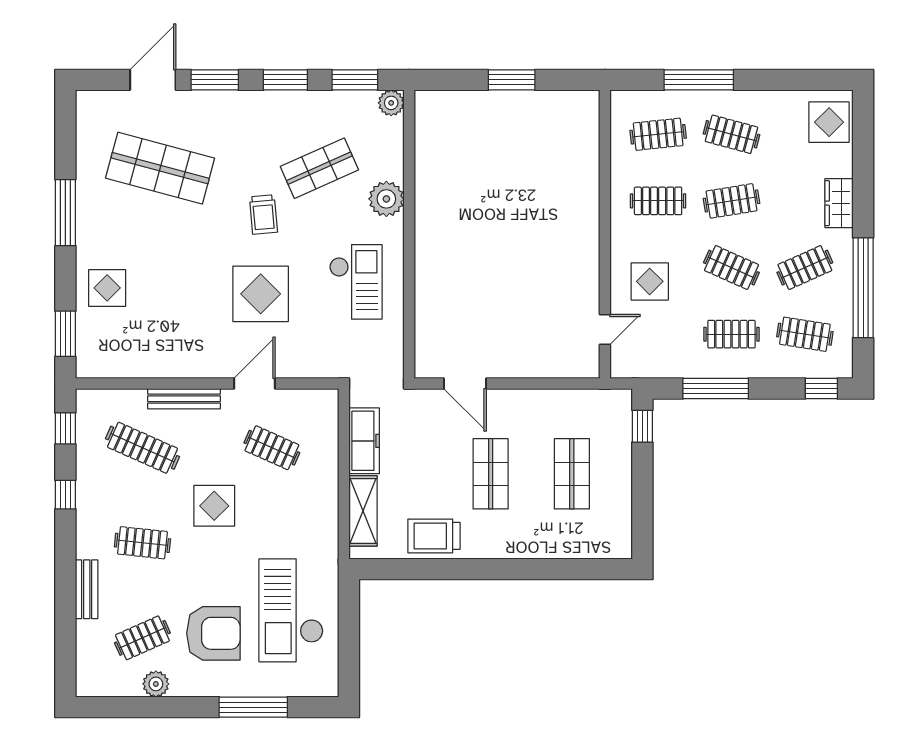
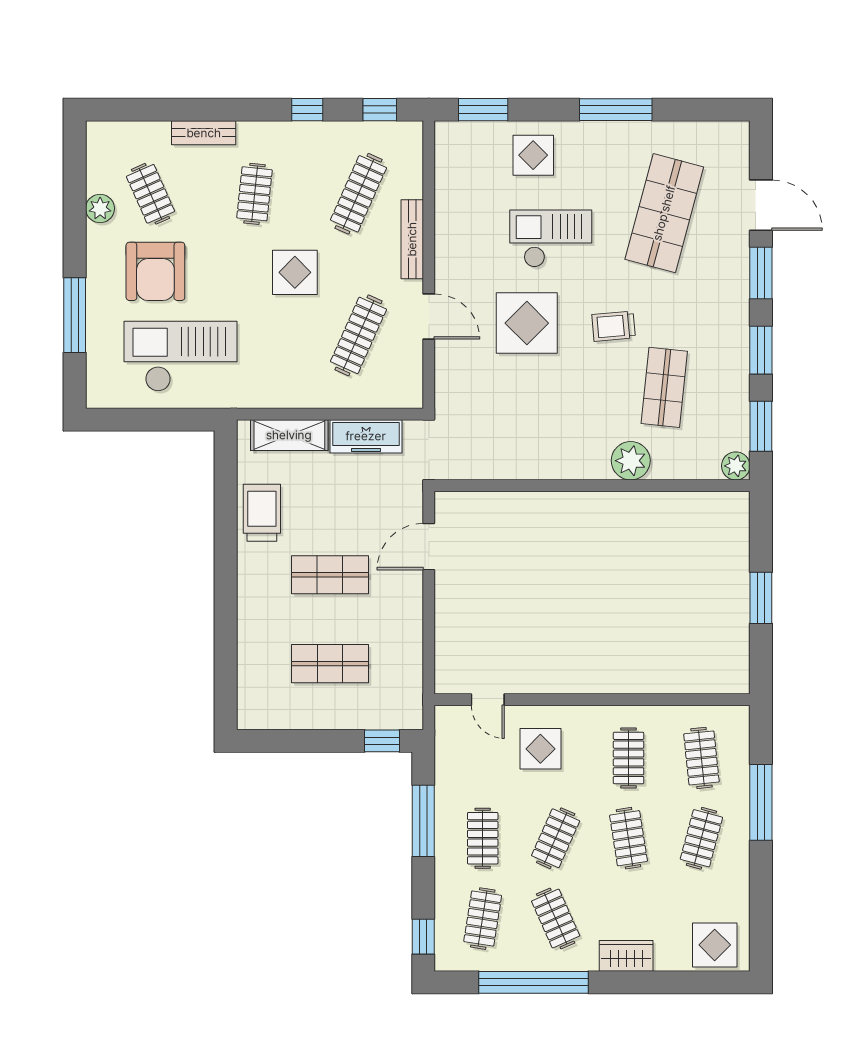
shop shelf: (319, 168) -> (664, 387), turned 30
checkout: (356, 282) -> (551, 239), moved, turned 180
clothes rail: (272, 448) -> (358, 335), width x1.36

